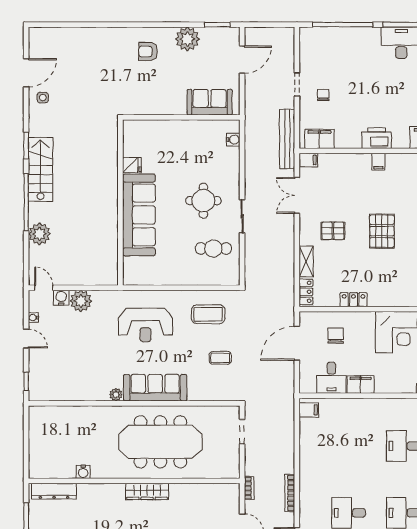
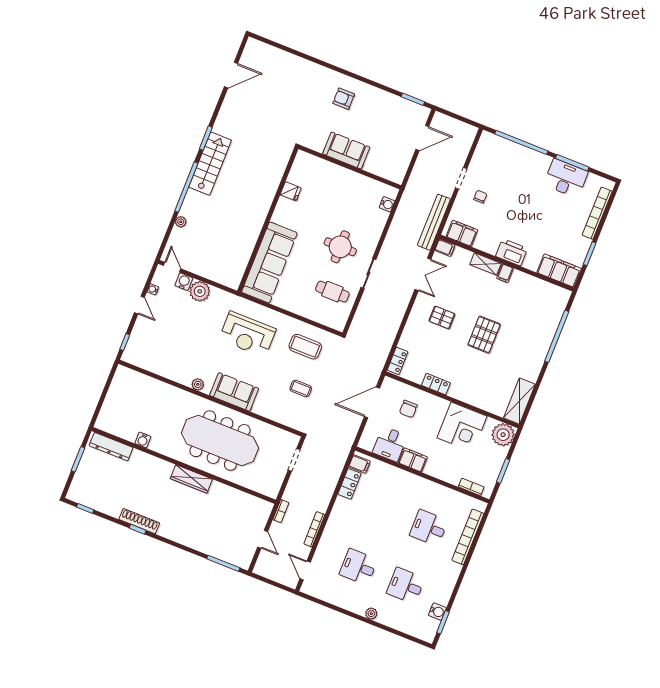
plant: (187, 39) -> (382, 101), removed
side table: (43, 98) -> (237, 102), removed
sofa: (210, 102) -> (346, 150), moved
double door: (297, 195) -> (423, 274), swing flipped
sofa: (139, 215) -> (269, 263), moved
plant: (39, 234) -> (181, 222), width x0.53, depth x0.53
shelving: (306, 262) -> (485, 264), moved, turned 90
chair: (336, 336) -> (408, 409), turned 180
sofa: (155, 388) -> (234, 392), width x0.73
locker: (307, 434) -> (350, 484), added

